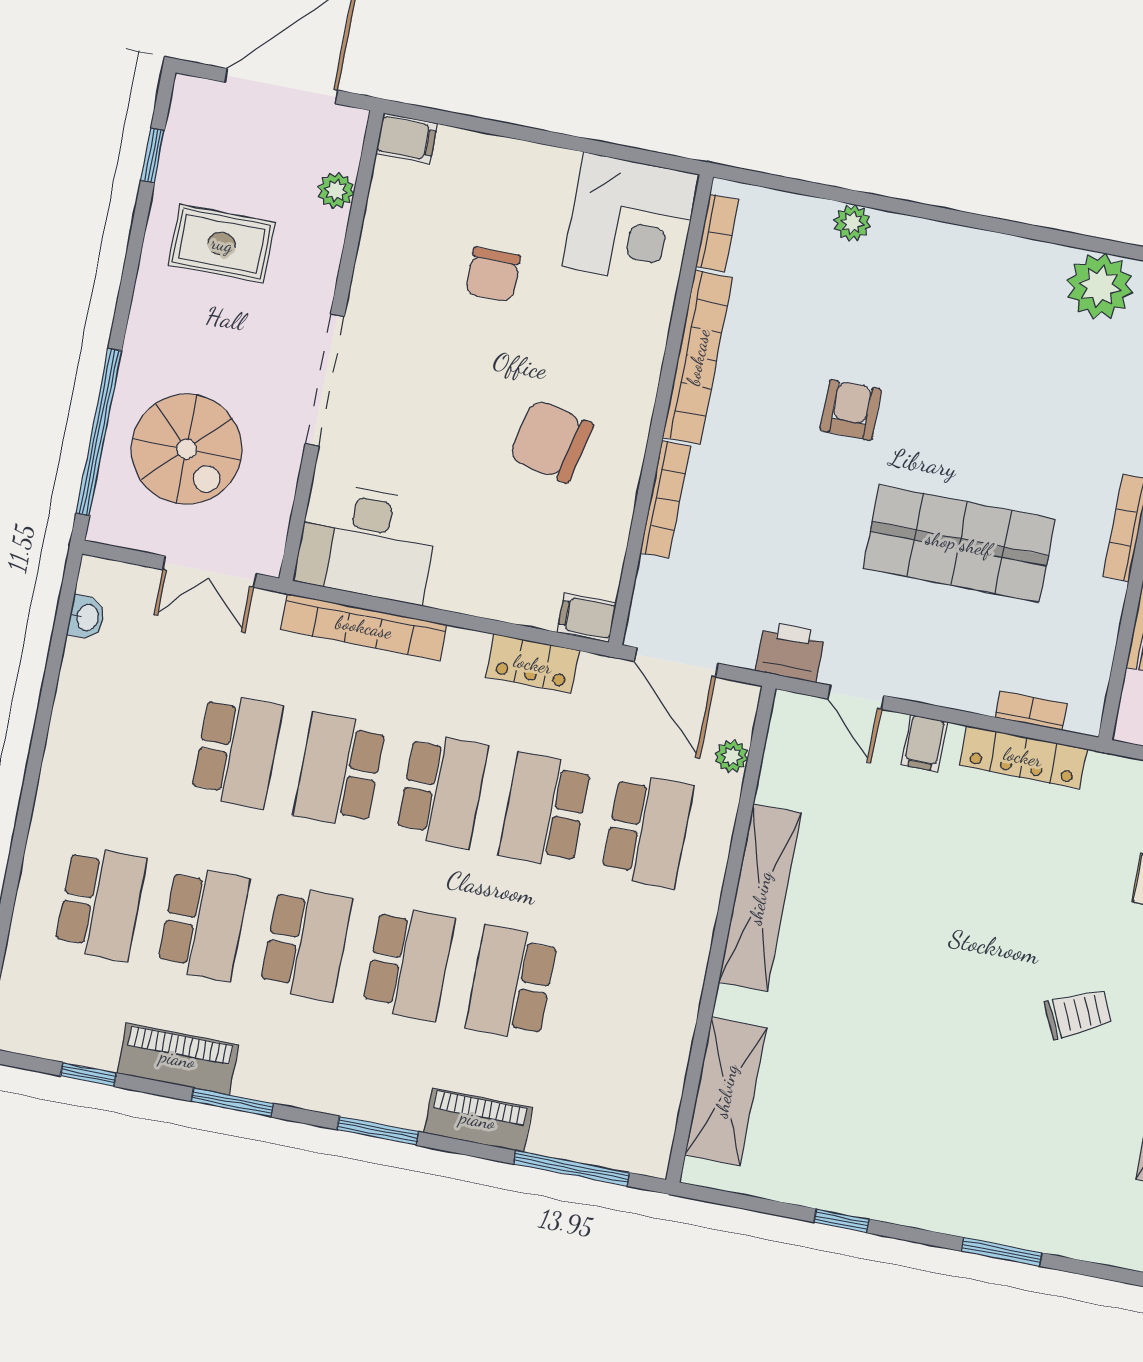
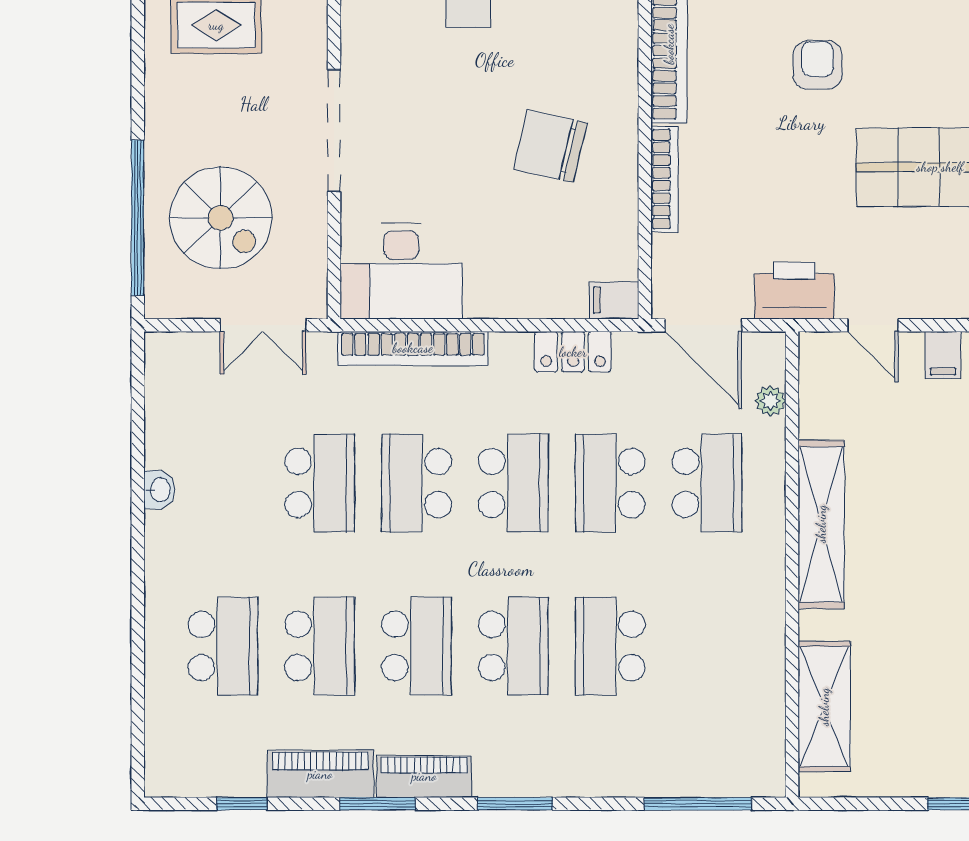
washbasin: (87, 617) -> (159, 490), moved
printer: (790, 651) -> (794, 291), width x1.37, depth x1.19
piano: (478, 1120) -> (424, 776), moved

